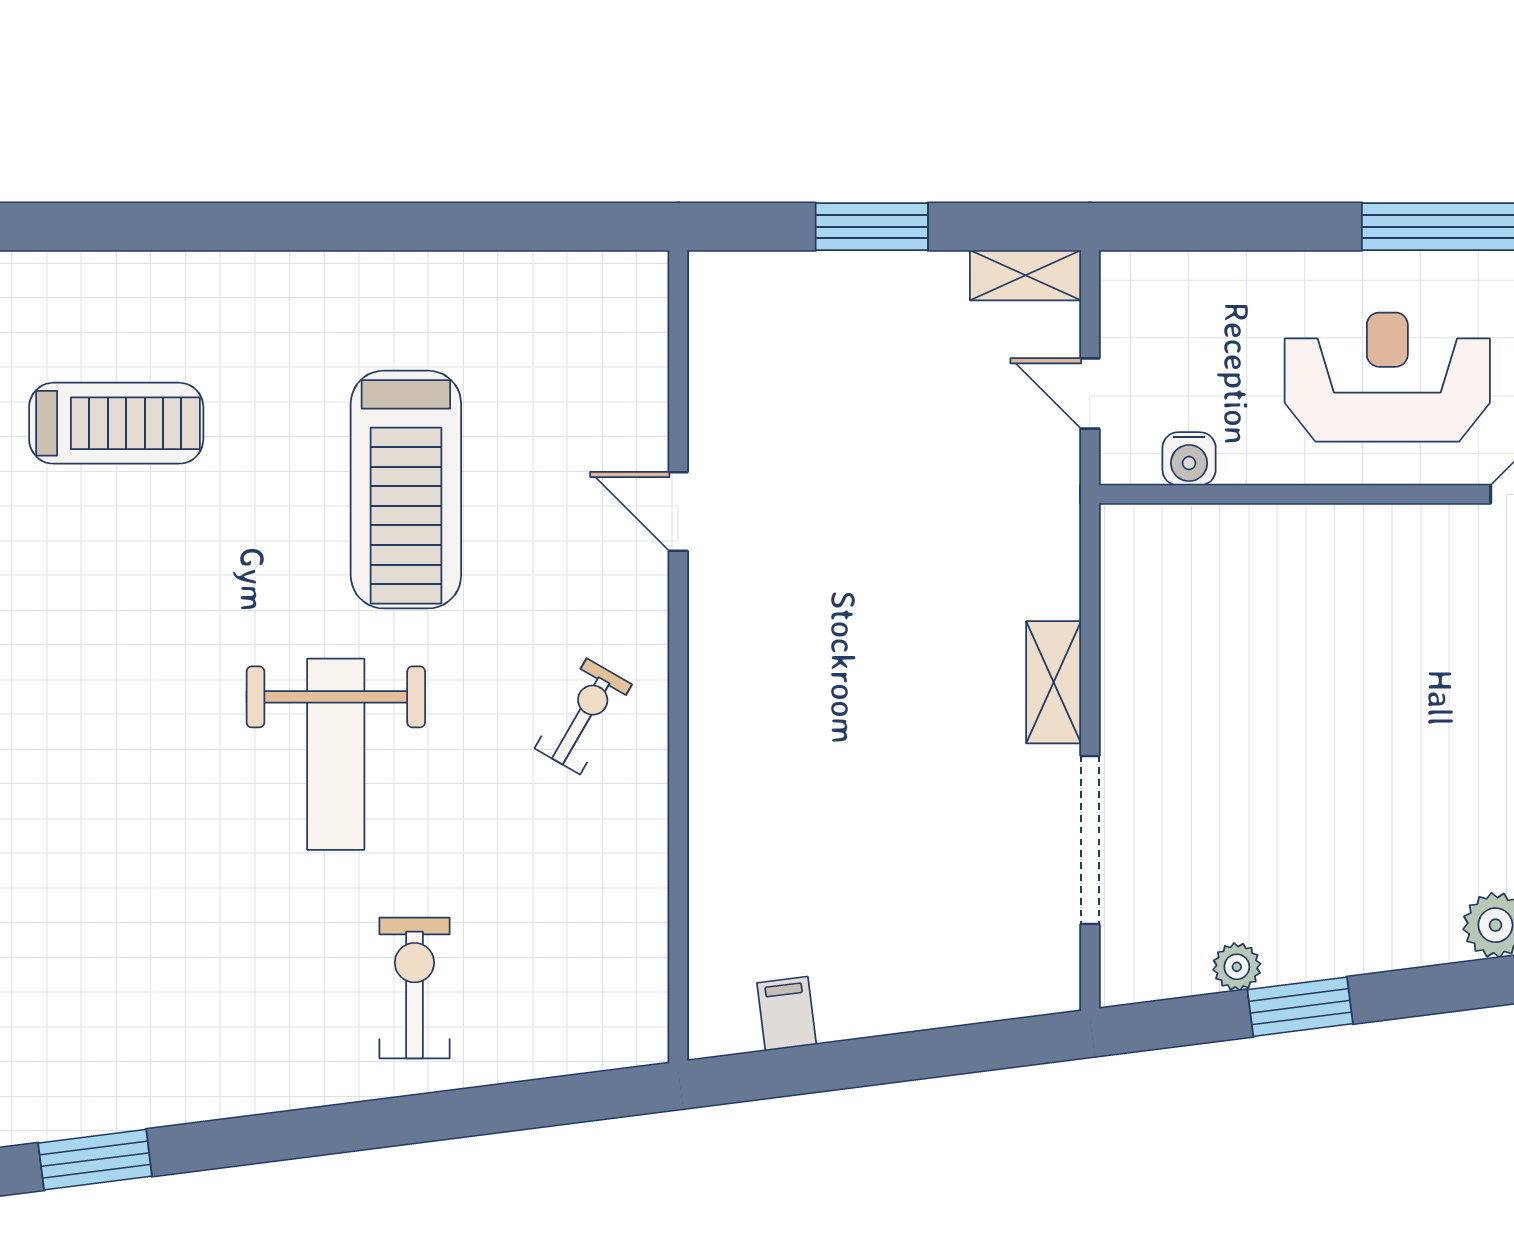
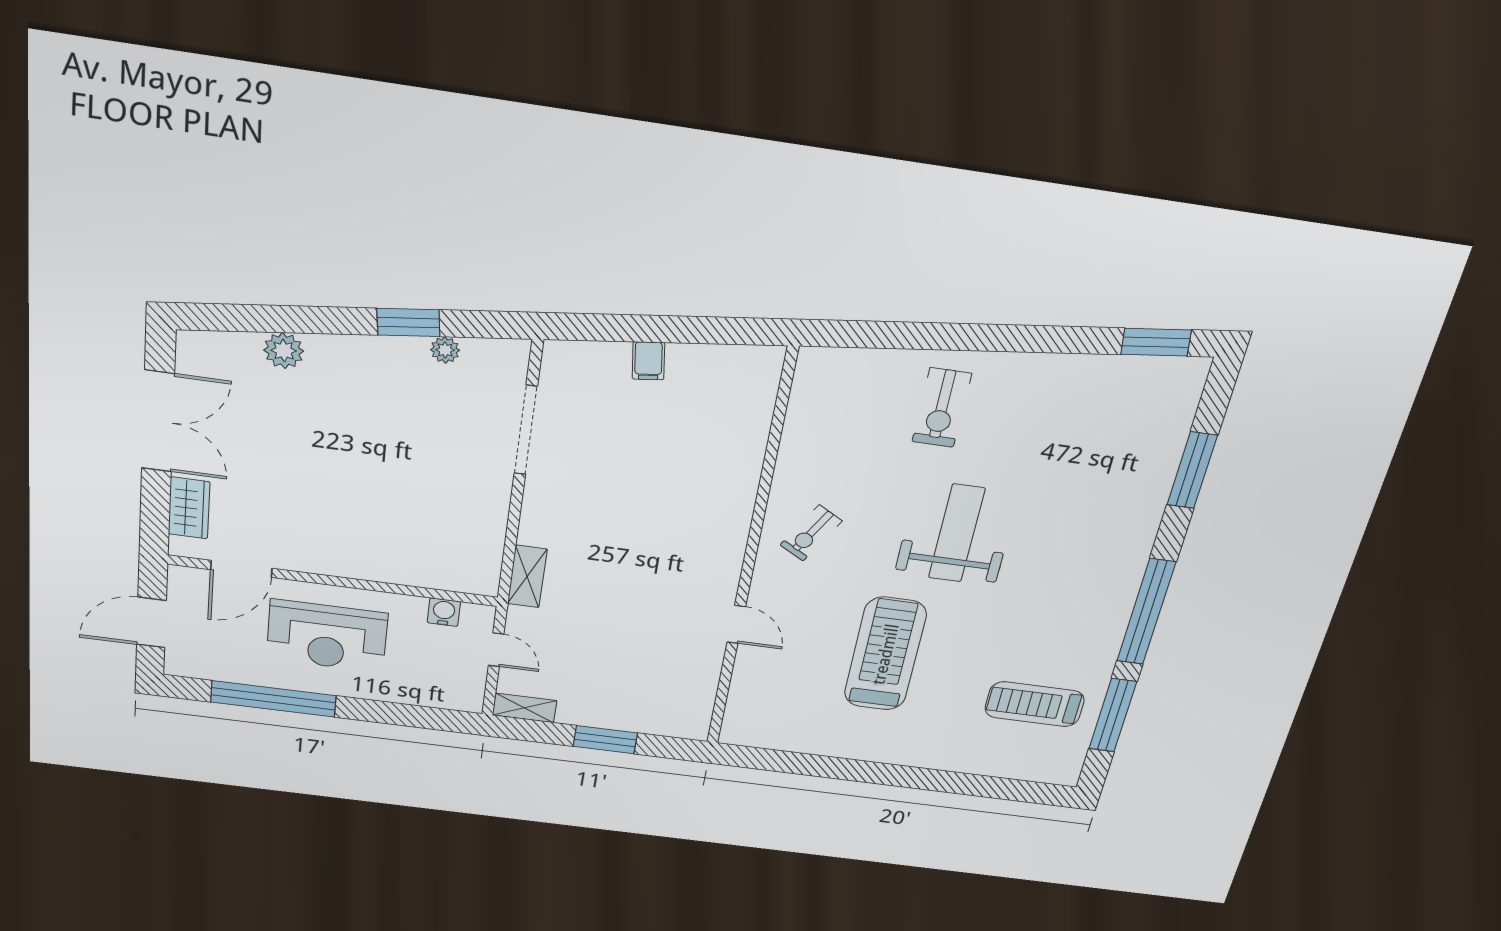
shelving: (1054, 682) -> (527, 576), moved
filing cabinet: (787, 1014) -> (648, 361), moved

